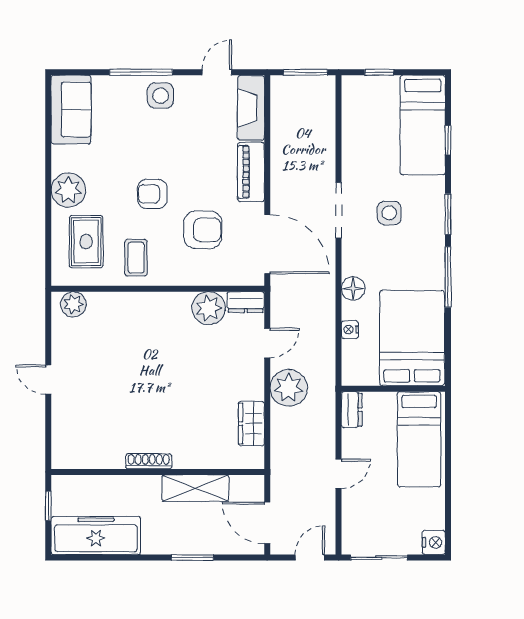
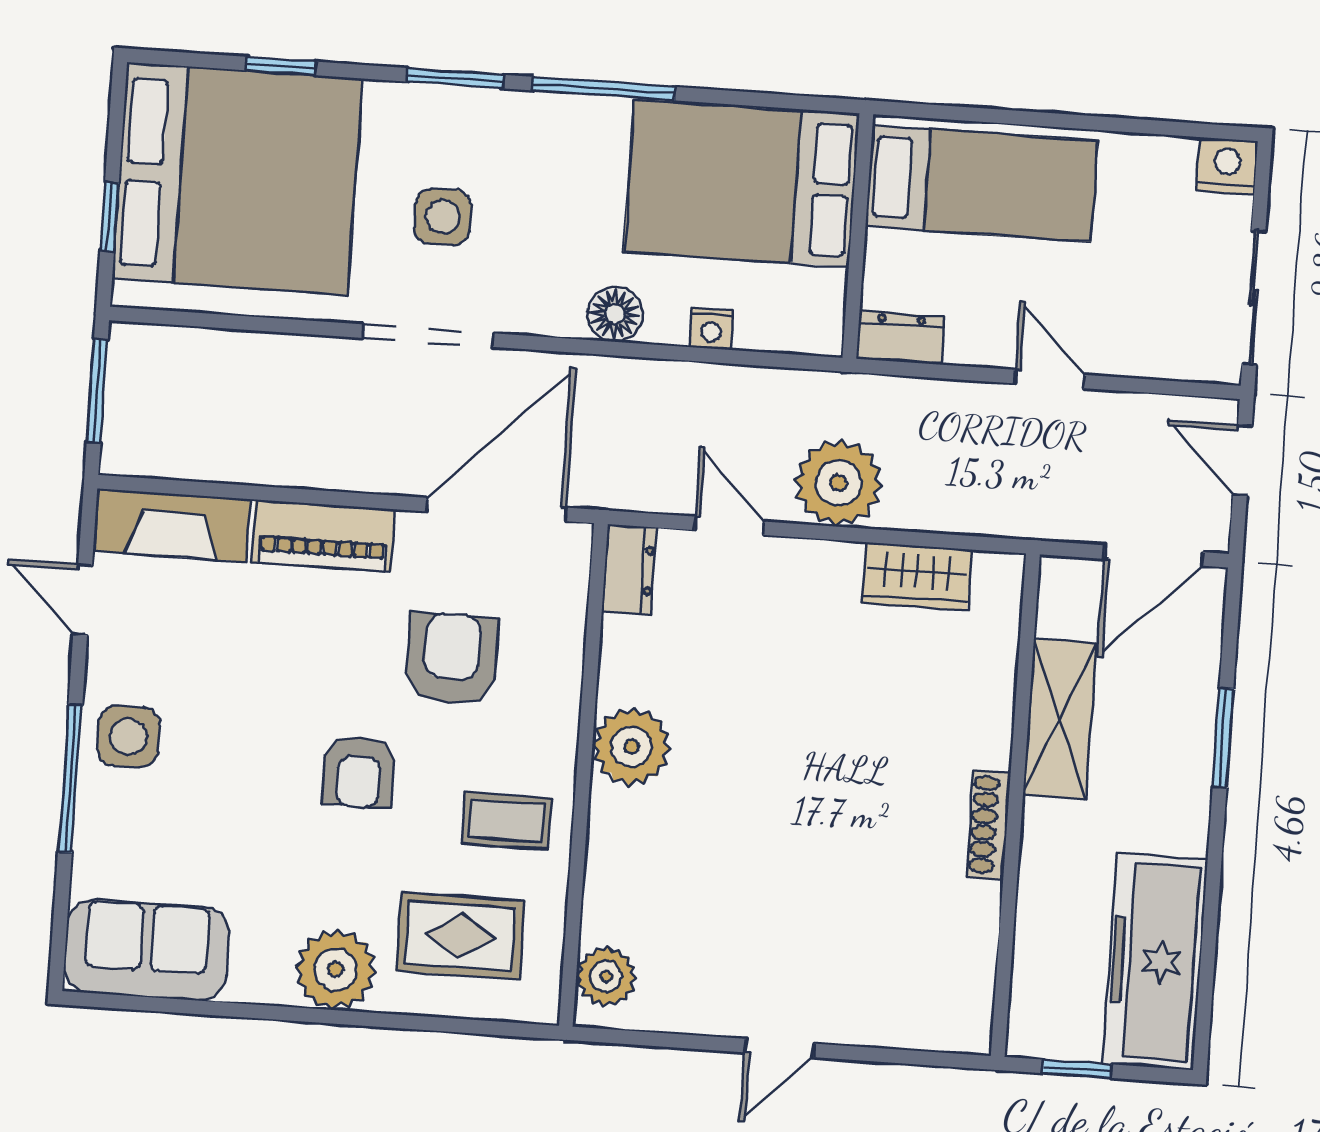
bed: (423, 125) -> (237, 179), width x2.04
plant: (209, 308) -> (631, 747), moved

